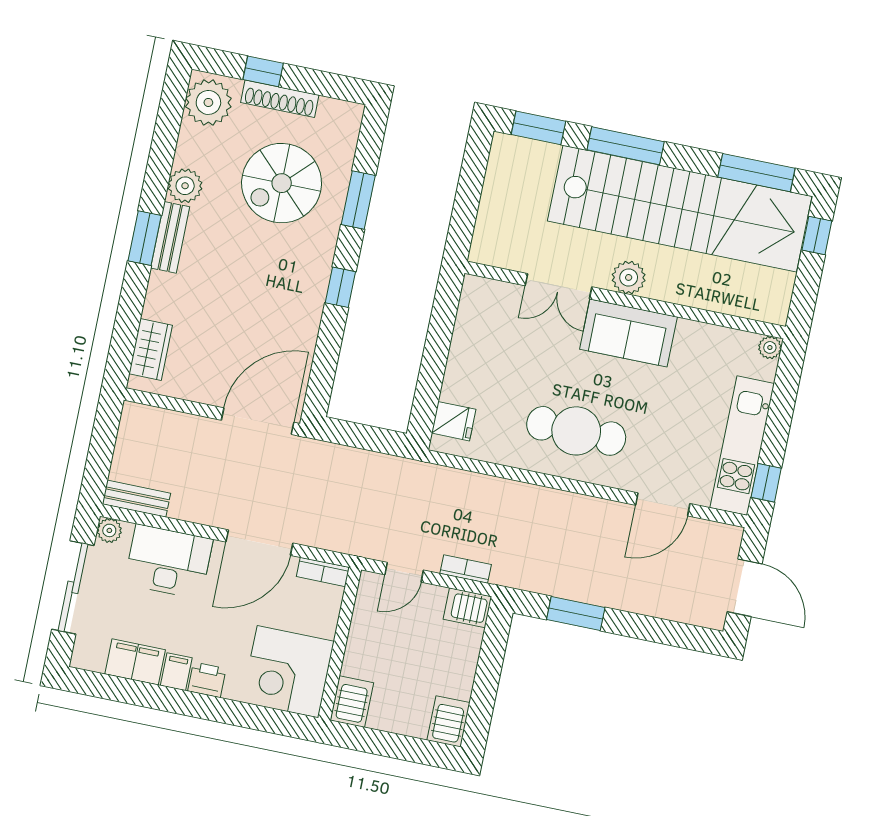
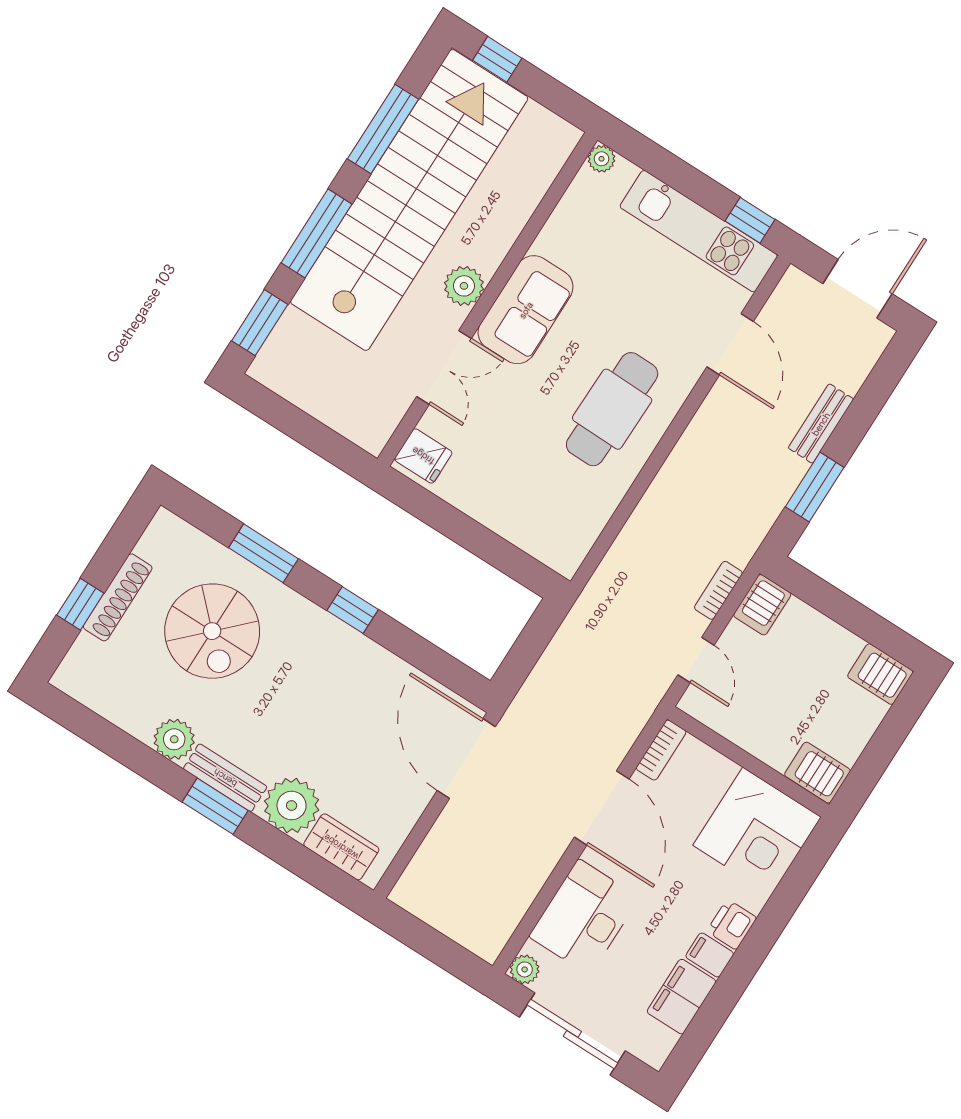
plant: (208, 102) -> (292, 805), moved
window: (756, 173) -> (383, 129), moved
fridge: (454, 421) -> (423, 456), moved, turned 90
bench: (136, 499) -> (821, 424), moved

